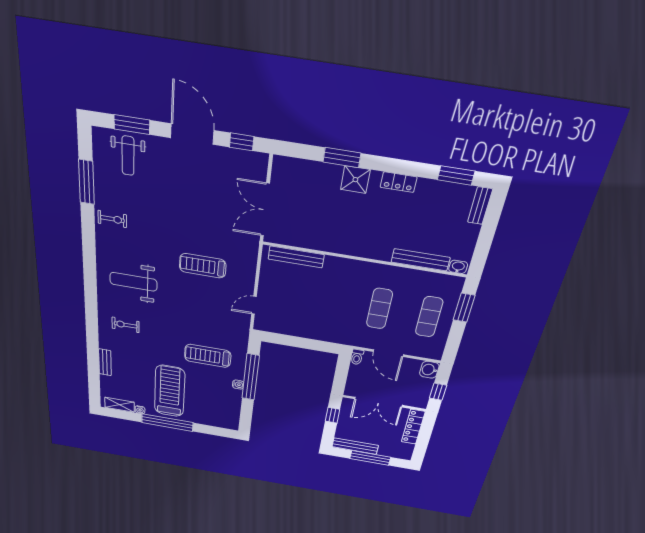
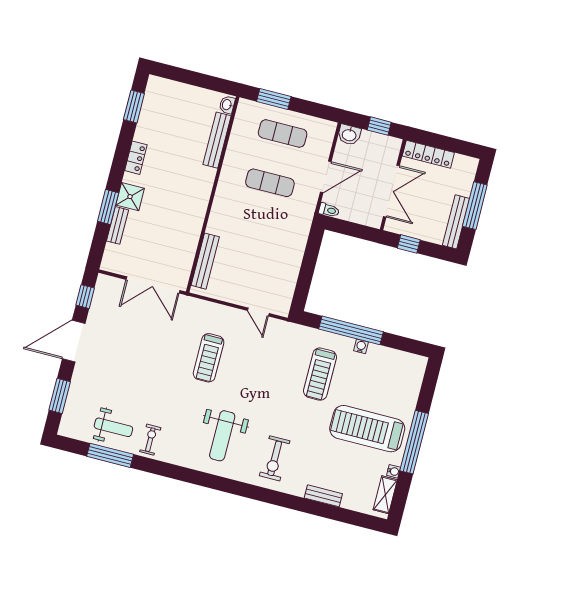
weight bench: (128, 156) -> (113, 427), moved
bench: (480, 206) -> (118, 225), moved, turned 90
exercise bike: (126, 325) -> (275, 458), width x1.38, depth x1.39

